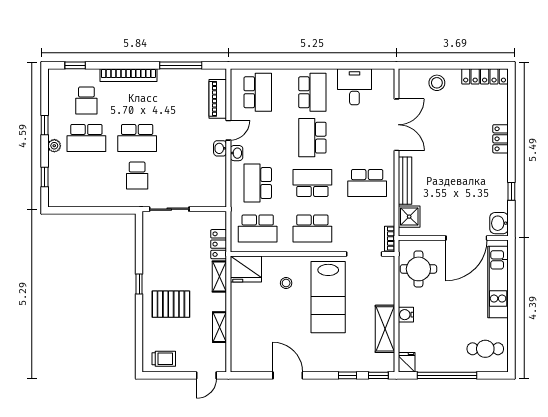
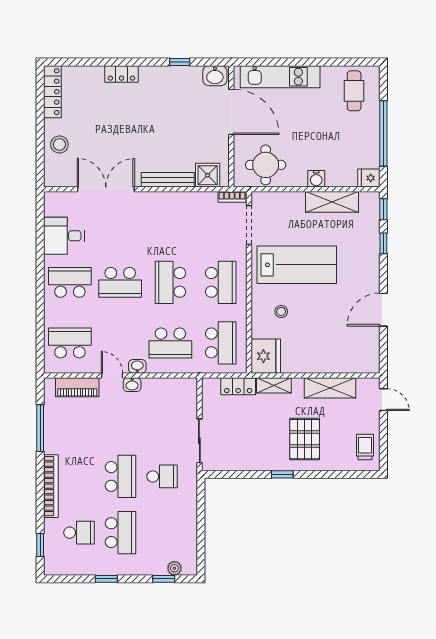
plant: (54, 146) -> (174, 568), moved
school desk: (367, 183) -> (170, 222), removed
shelving: (219, 327) -> (330, 388), width x1.50, depth x1.33

